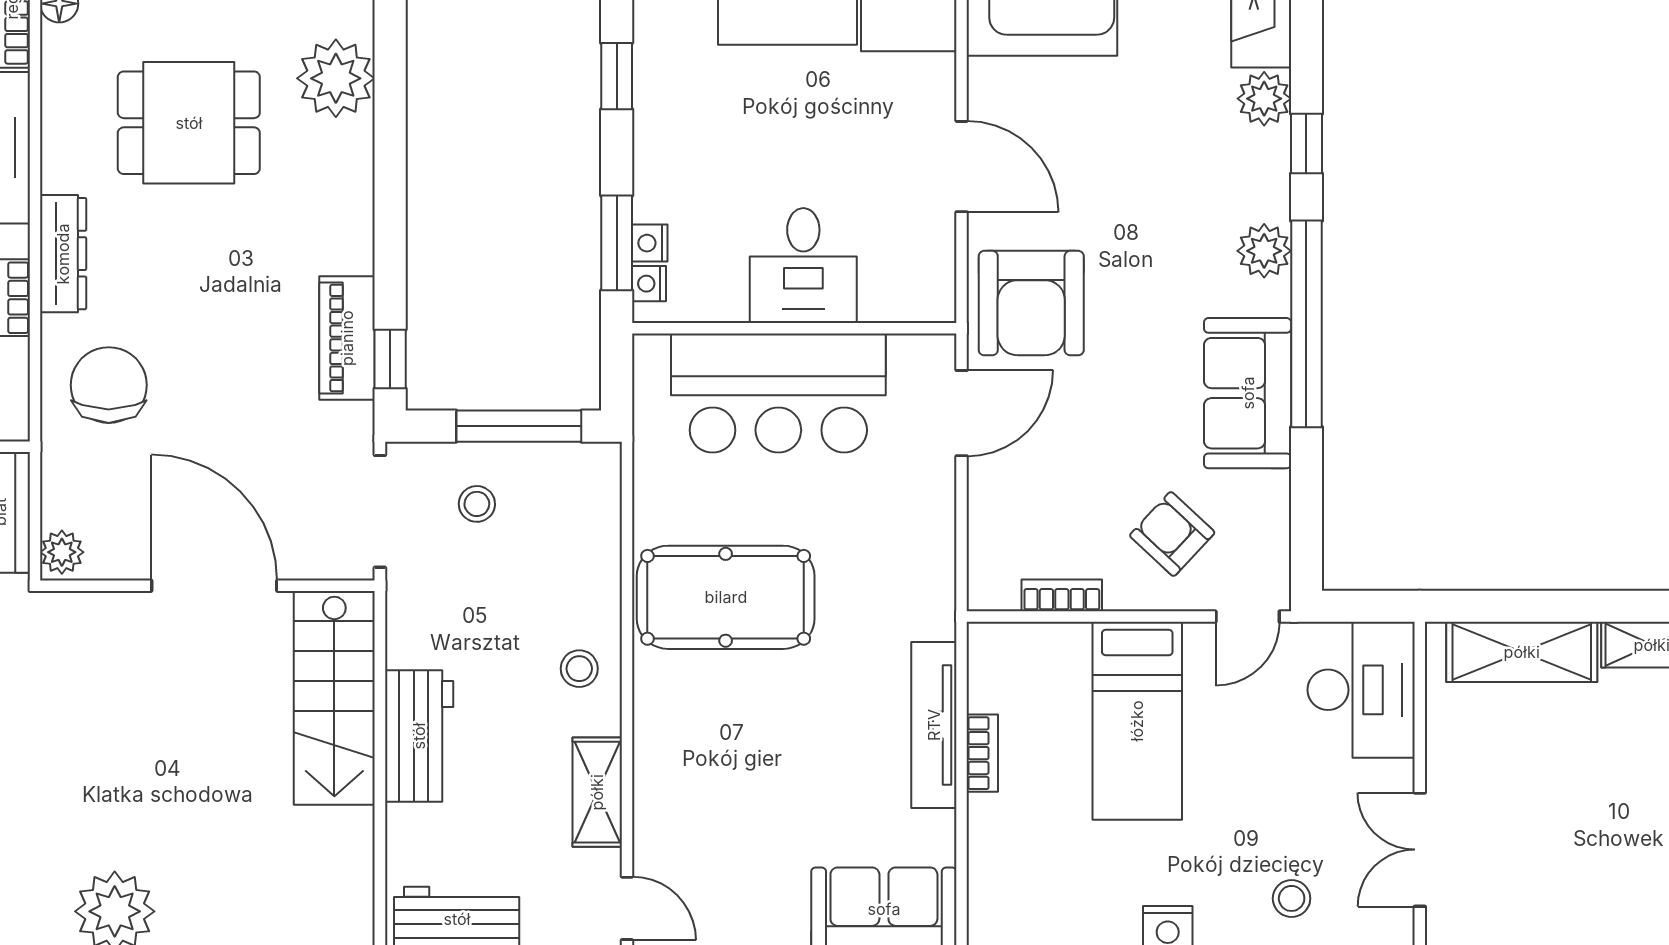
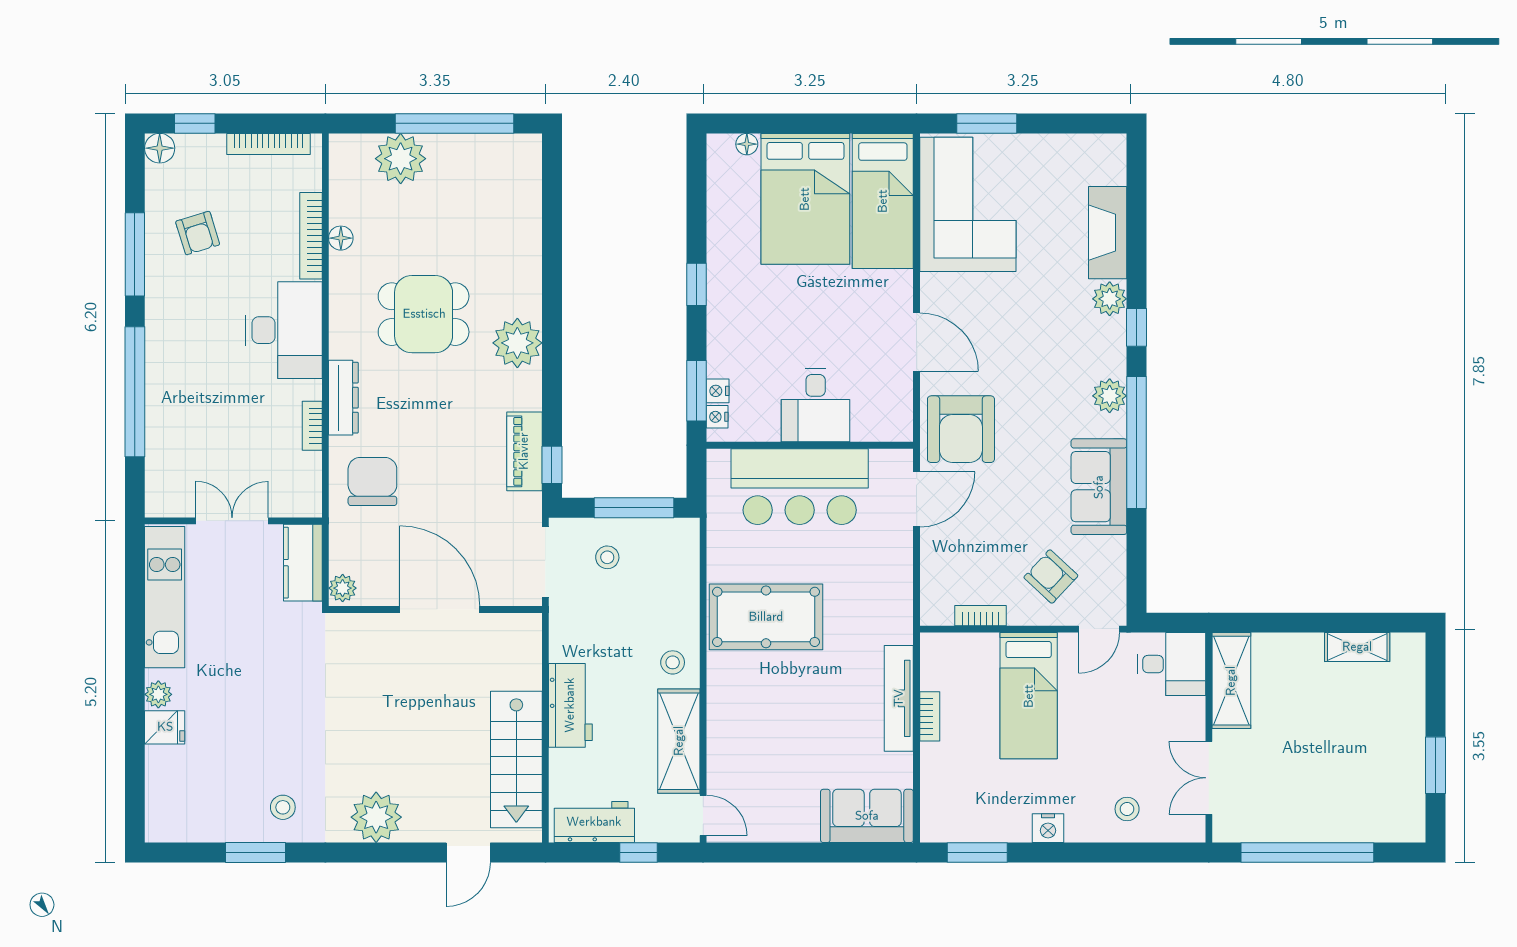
plant: (336, 78) -> (517, 343), moved
shelving: (1522, 652) -> (1231, 681), moved, turned 90
desk: (1361, 690) -> (1171, 664), width x0.73
stairs: (334, 698) -> (516, 760), moved
shelving: (597, 792) -> (679, 741), width x1.50, depth x1.33

